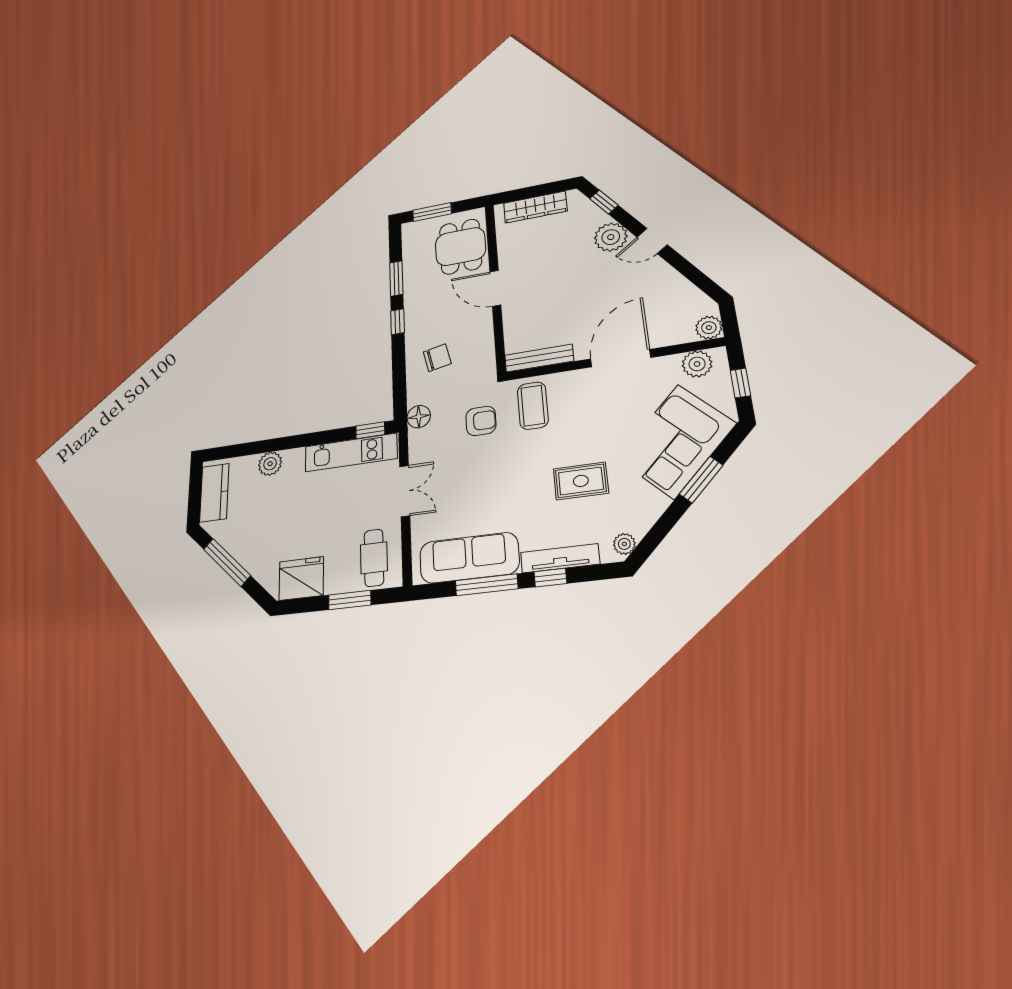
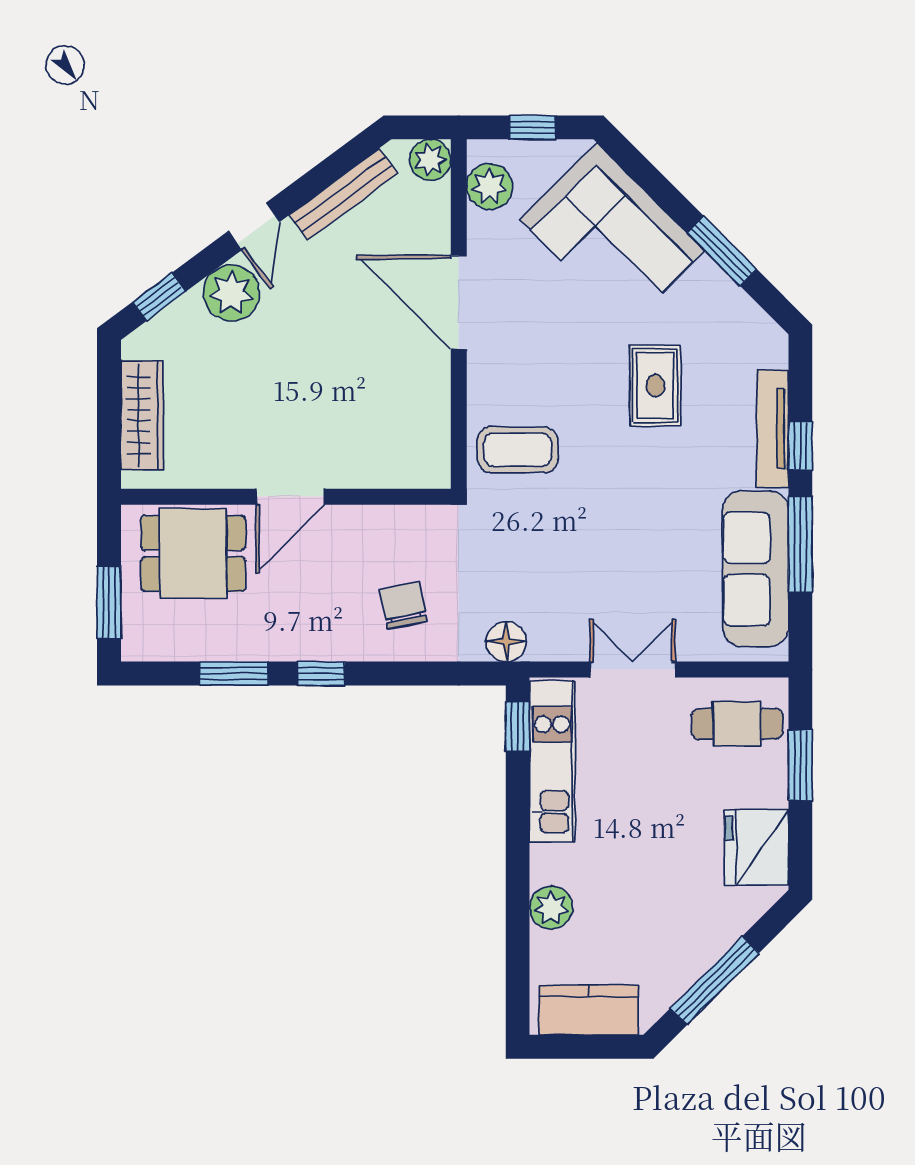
bench: (539, 358) -> (344, 194), moved, turned 53
armchair: (481, 421) -> (531, 537), removed
window: (701, 480) -> (722, 251), moved
plant: (624, 544) -> (762, 331), removed

